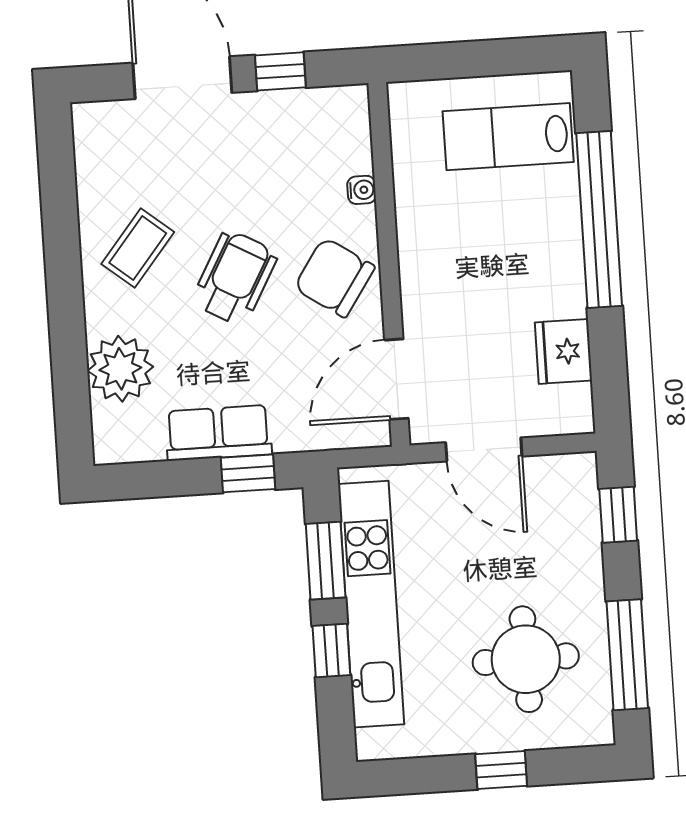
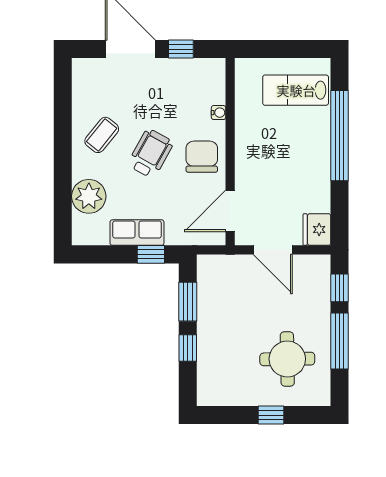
chair: (334, 277) -> (202, 157), turned 56
fridge: (564, 351) -> (317, 229), moved
kitchen unit: (371, 604) -> (210, 326), removed
window: (627, 655) -> (340, 341), moved

